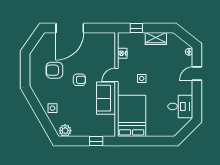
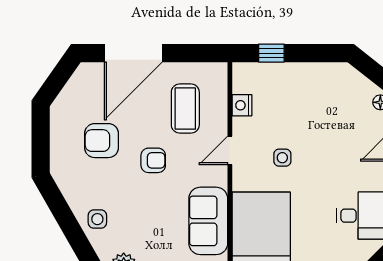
wardrobe: (156, 38) -> (312, 75), removed
coffee table: (95, 55) -> (185, 109), added
sofa: (106, 98) -> (208, 221), moved

